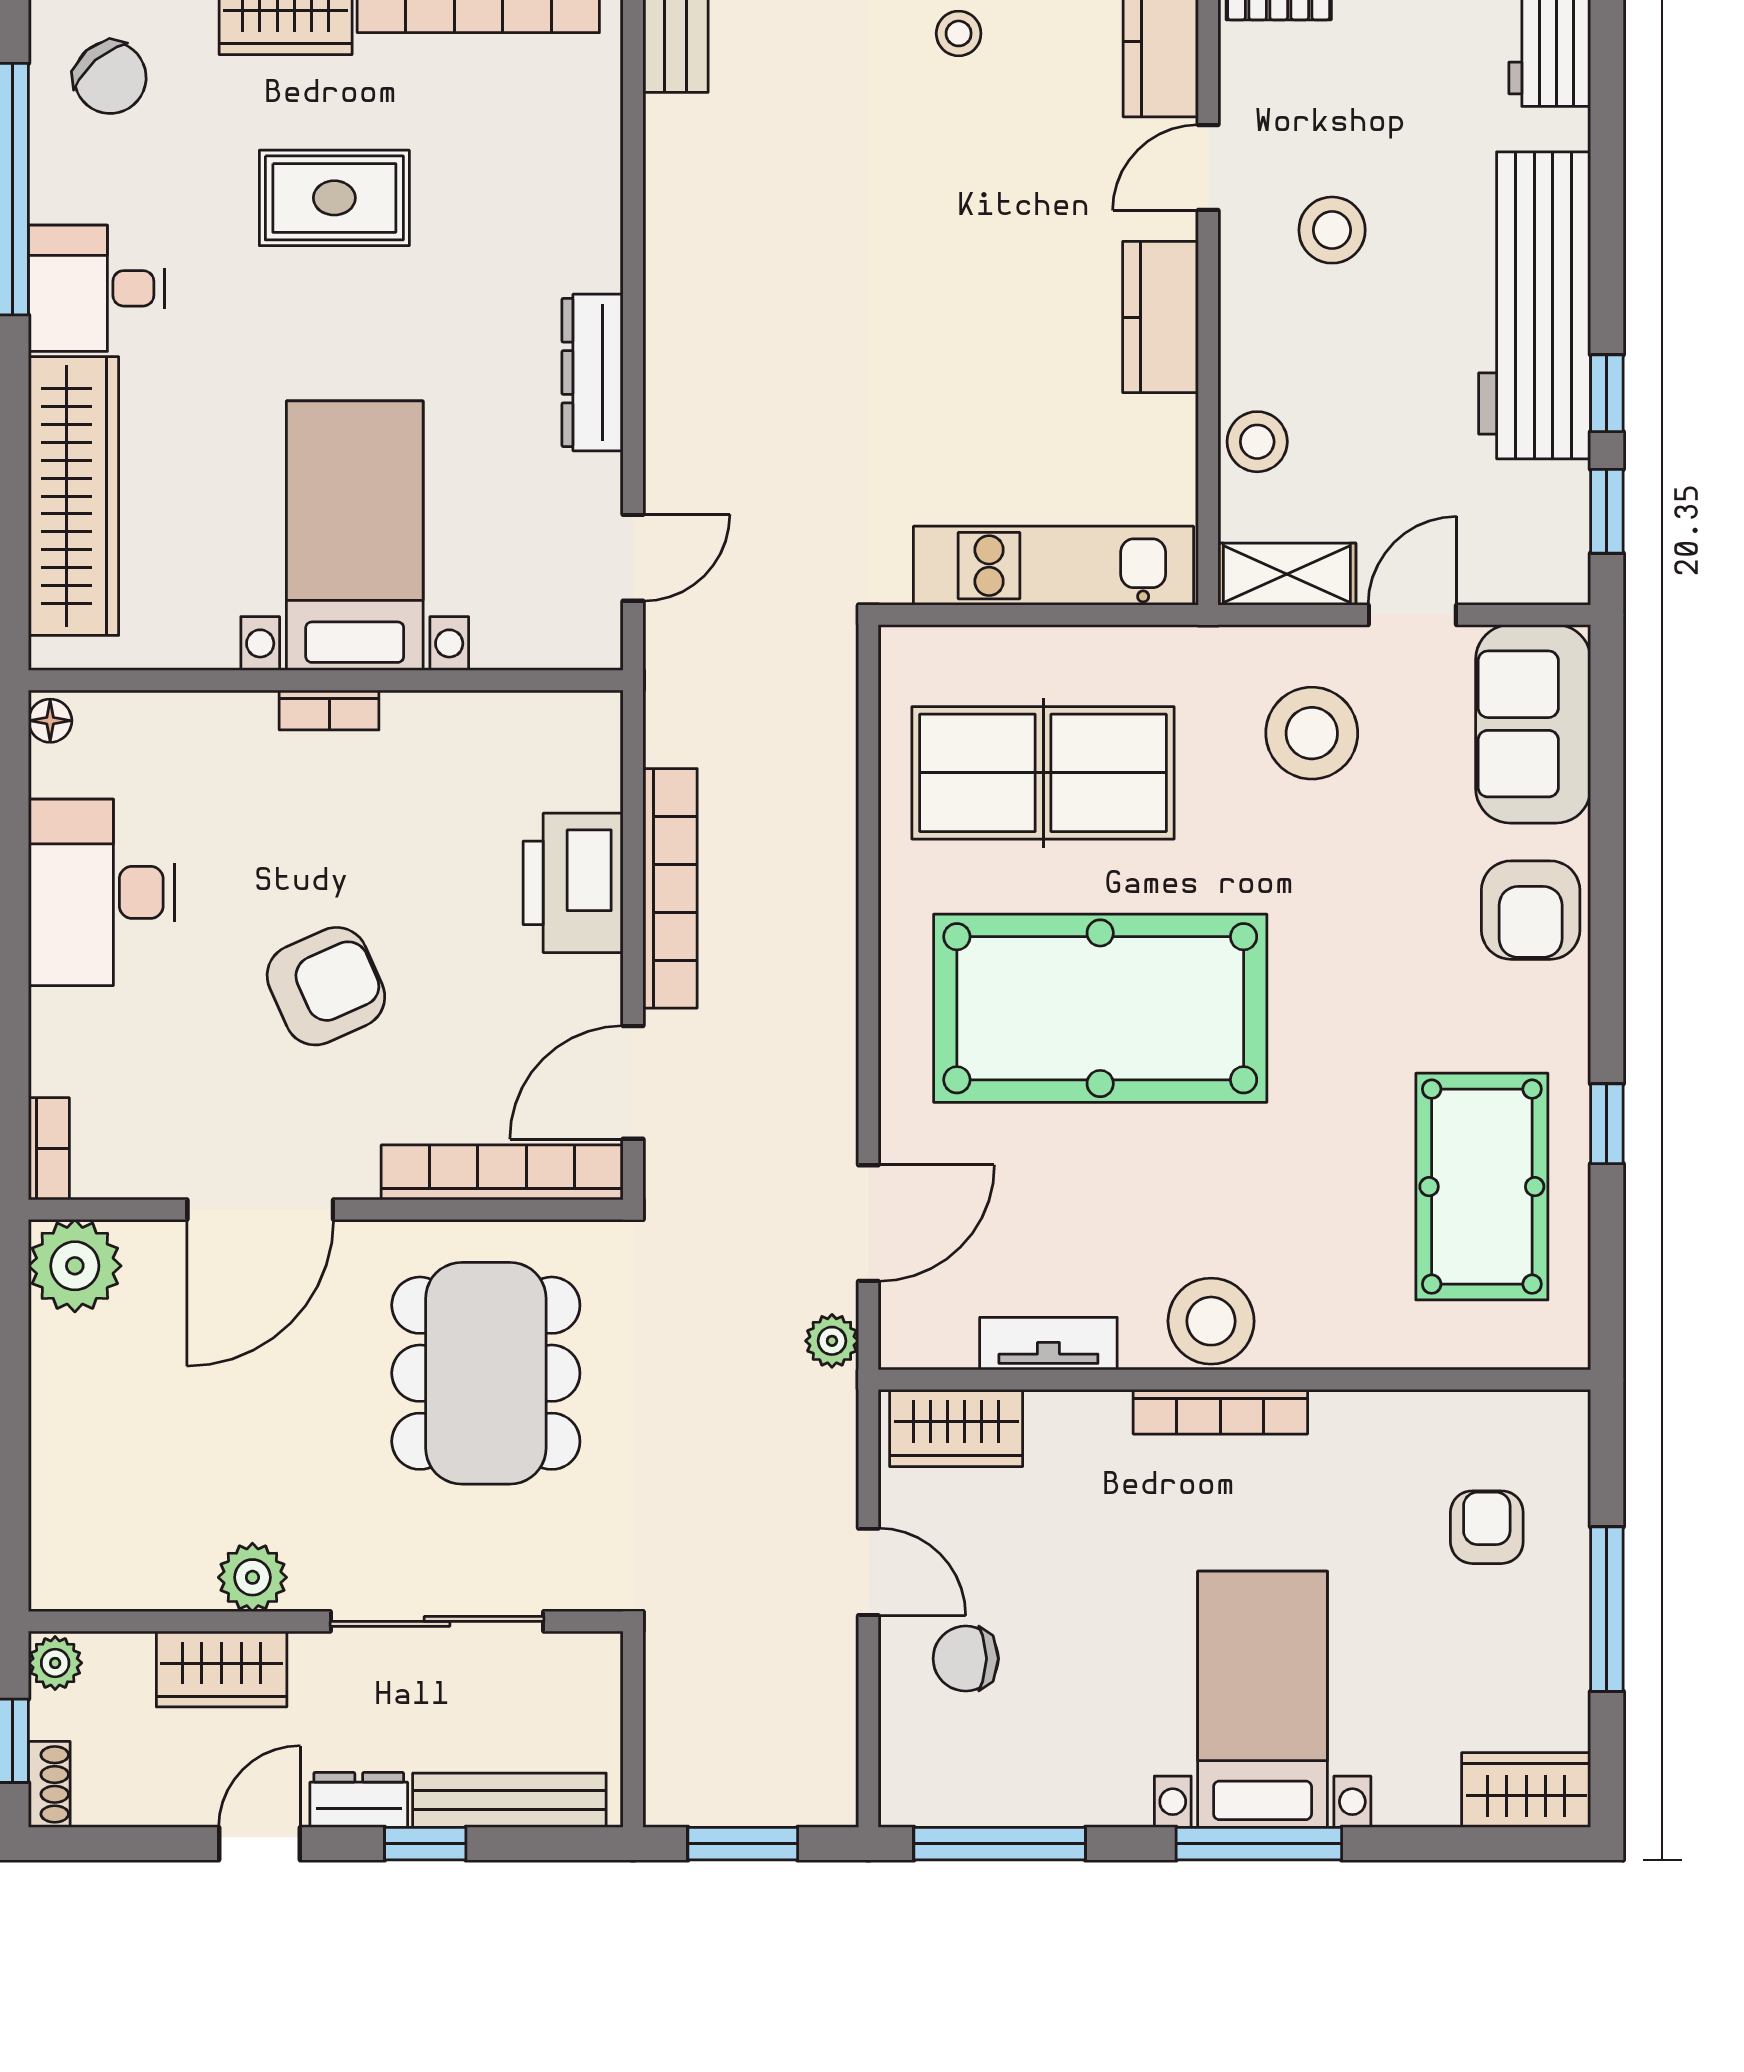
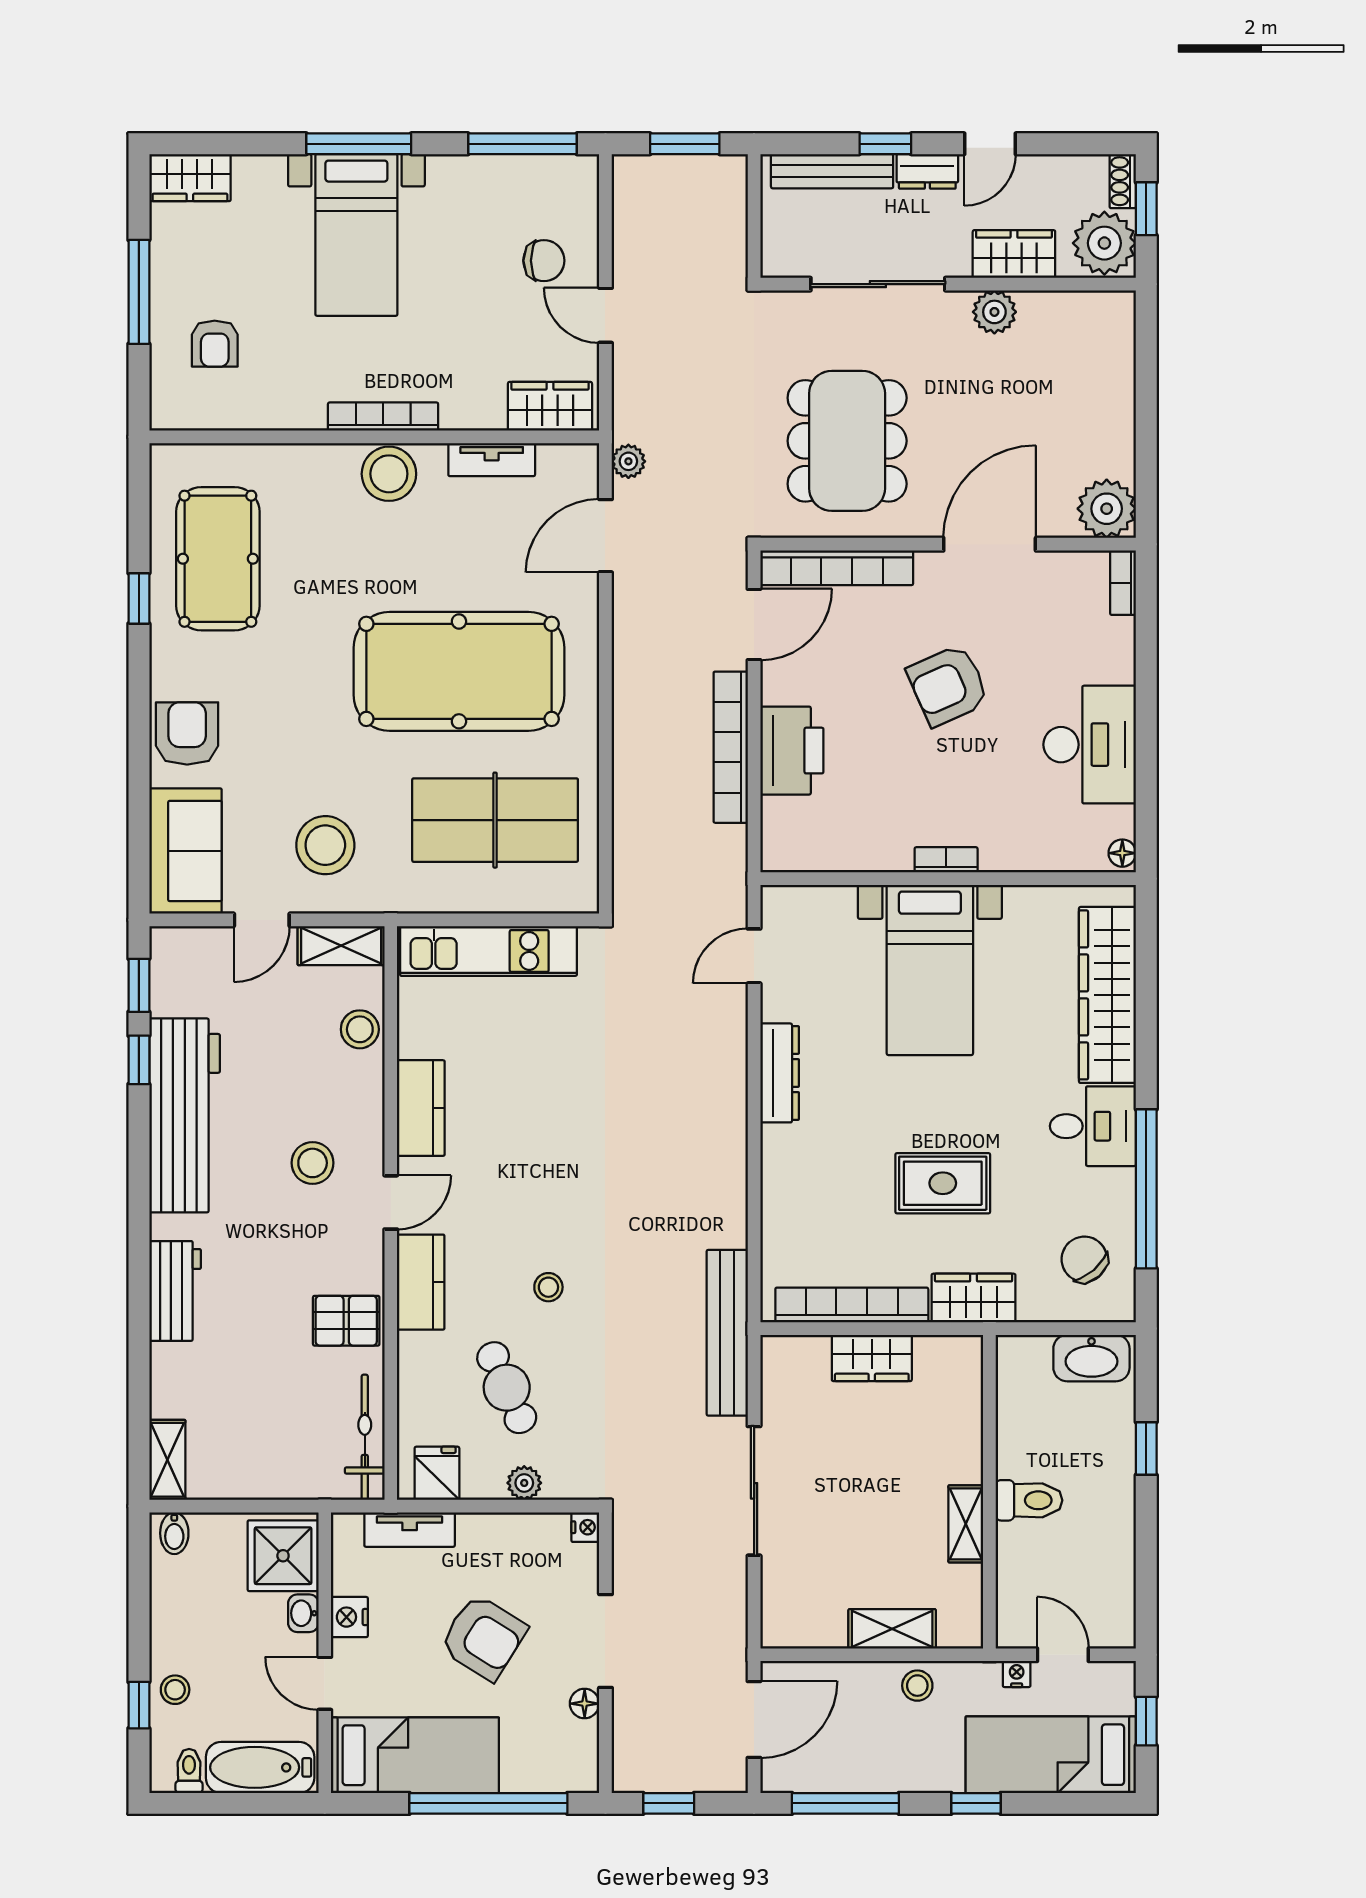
plant: (55, 1663) -> (1104, 243), width x1.87, depth x1.87

